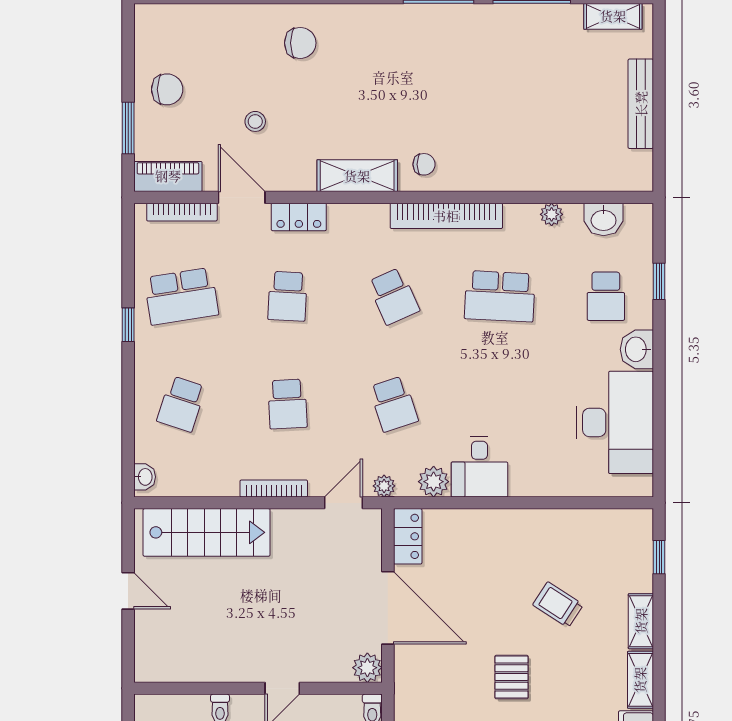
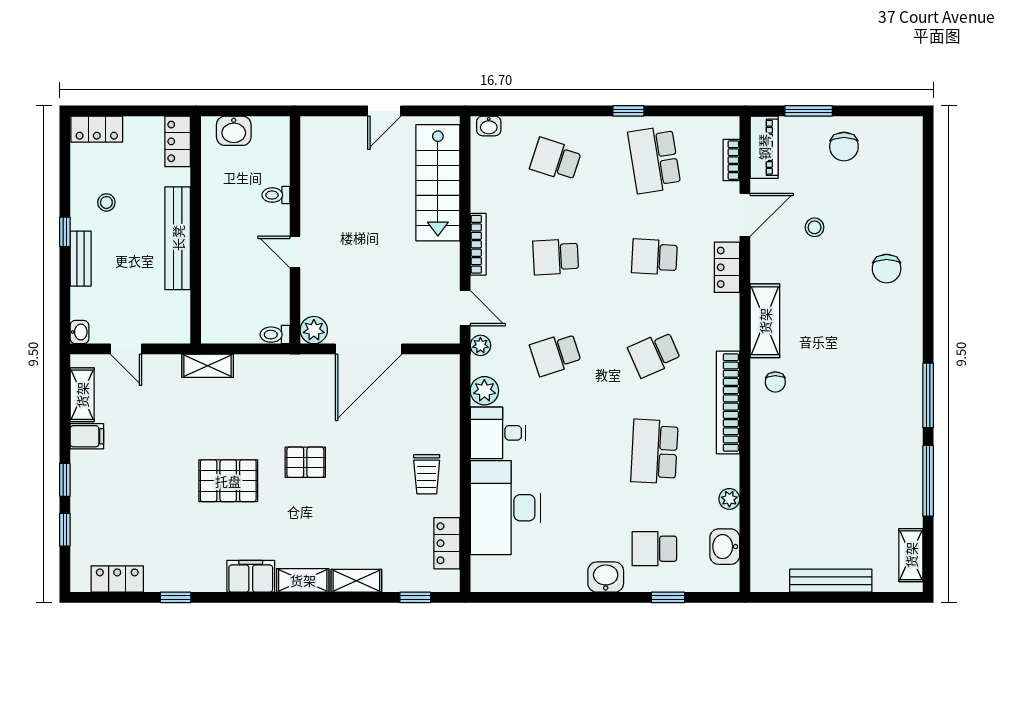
bookcase: (182, 212) -> (731, 160), width x0.64
desk: (615, 422) -> (505, 508), moved, turned 90
locker: (408, 536) -> (447, 543), moved, turned 90
trolley: (558, 605) -> (427, 474), moved, turned 147

